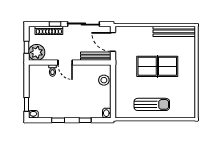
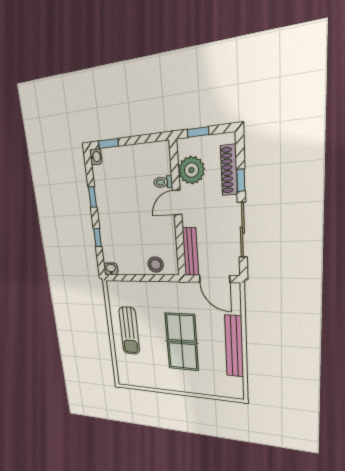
bench: (174, 31) -> (234, 346), moved
door: (113, 42) -> (215, 279), swing flipped
plant: (37, 52) -> (191, 170), moved

